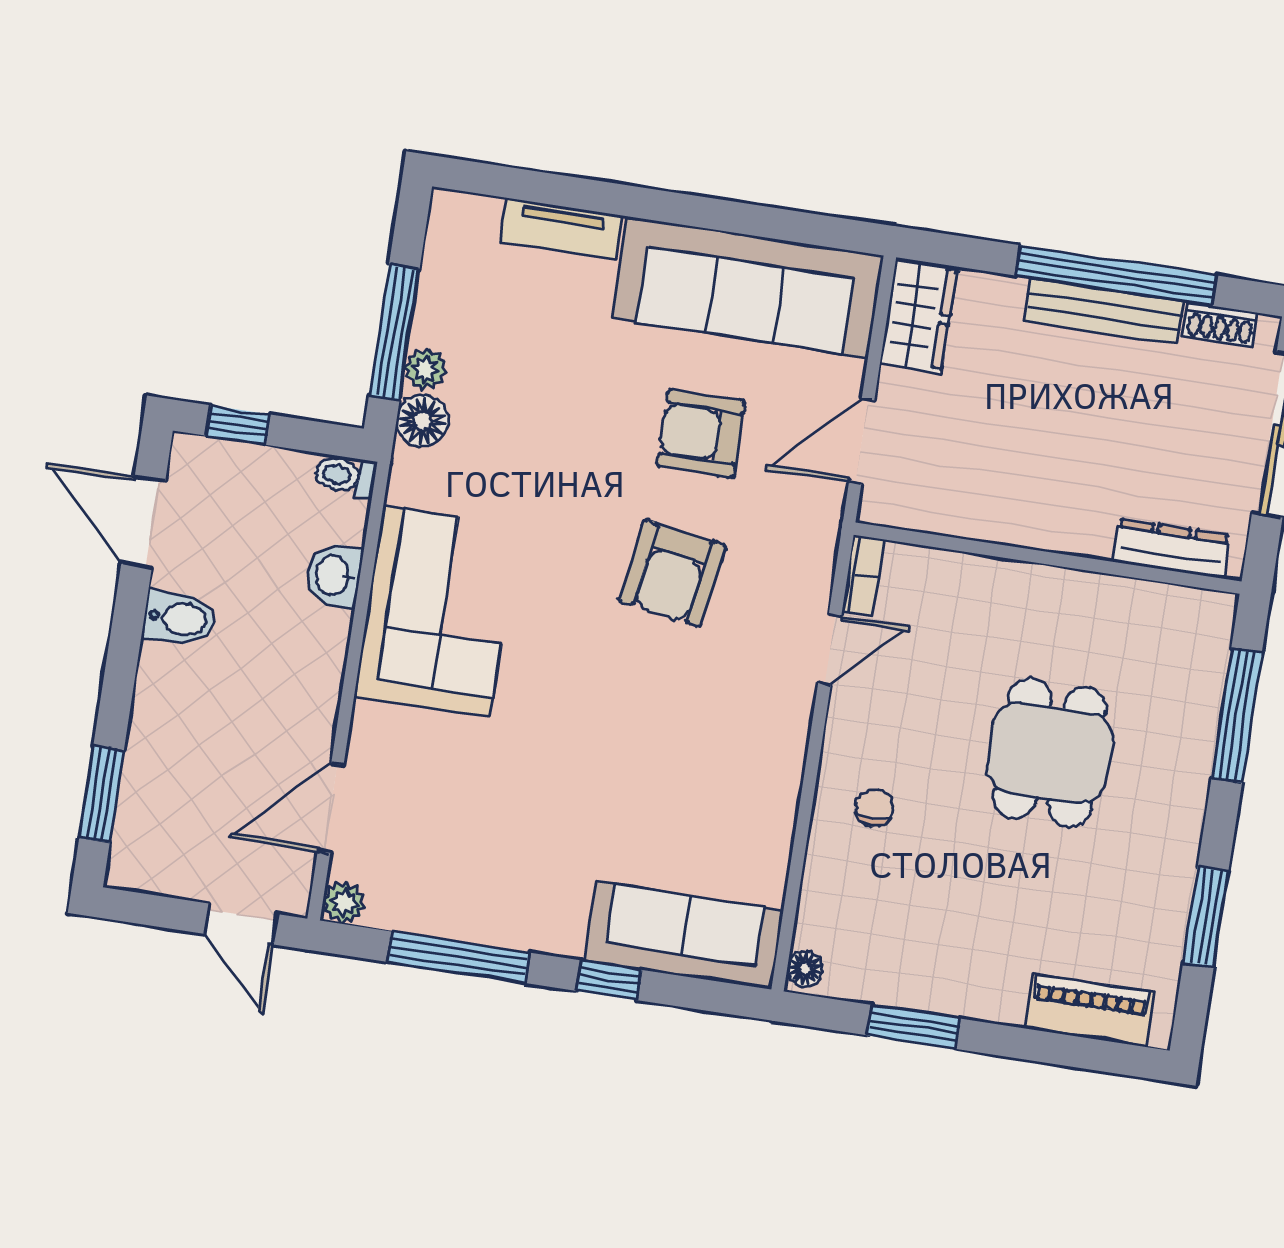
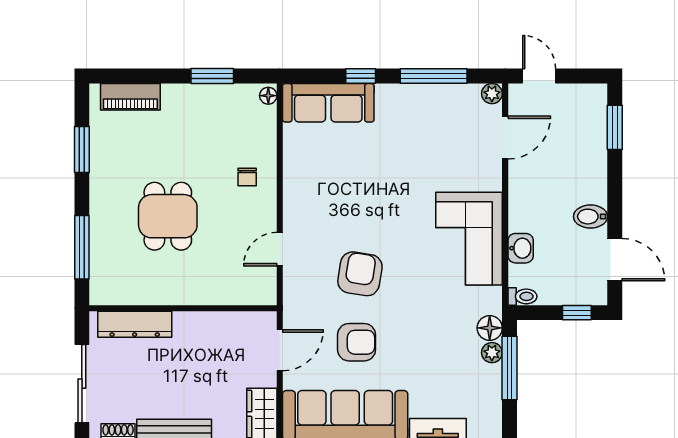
dresser: (1172, 549) -> (135, 324), width x1.37, depth x1.24
bookcase: (863, 576) -> (269, 287), removed

